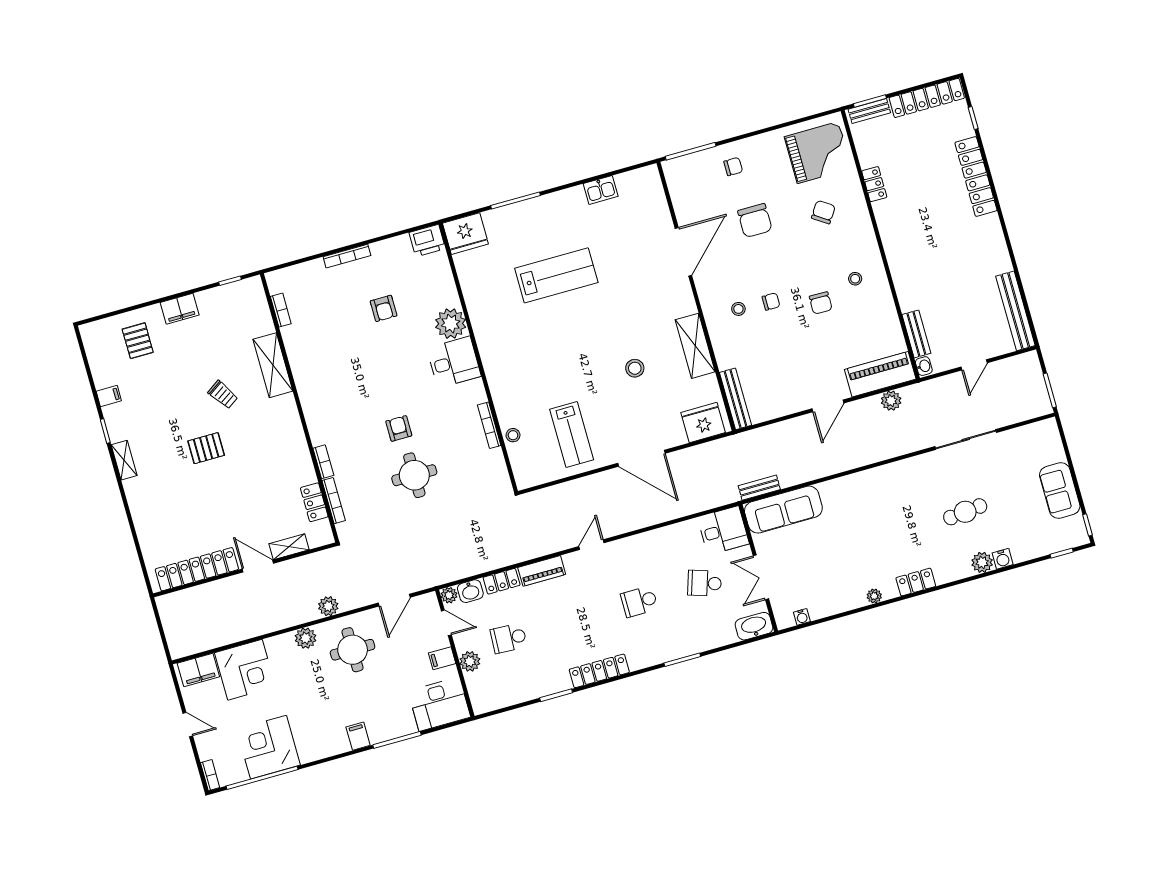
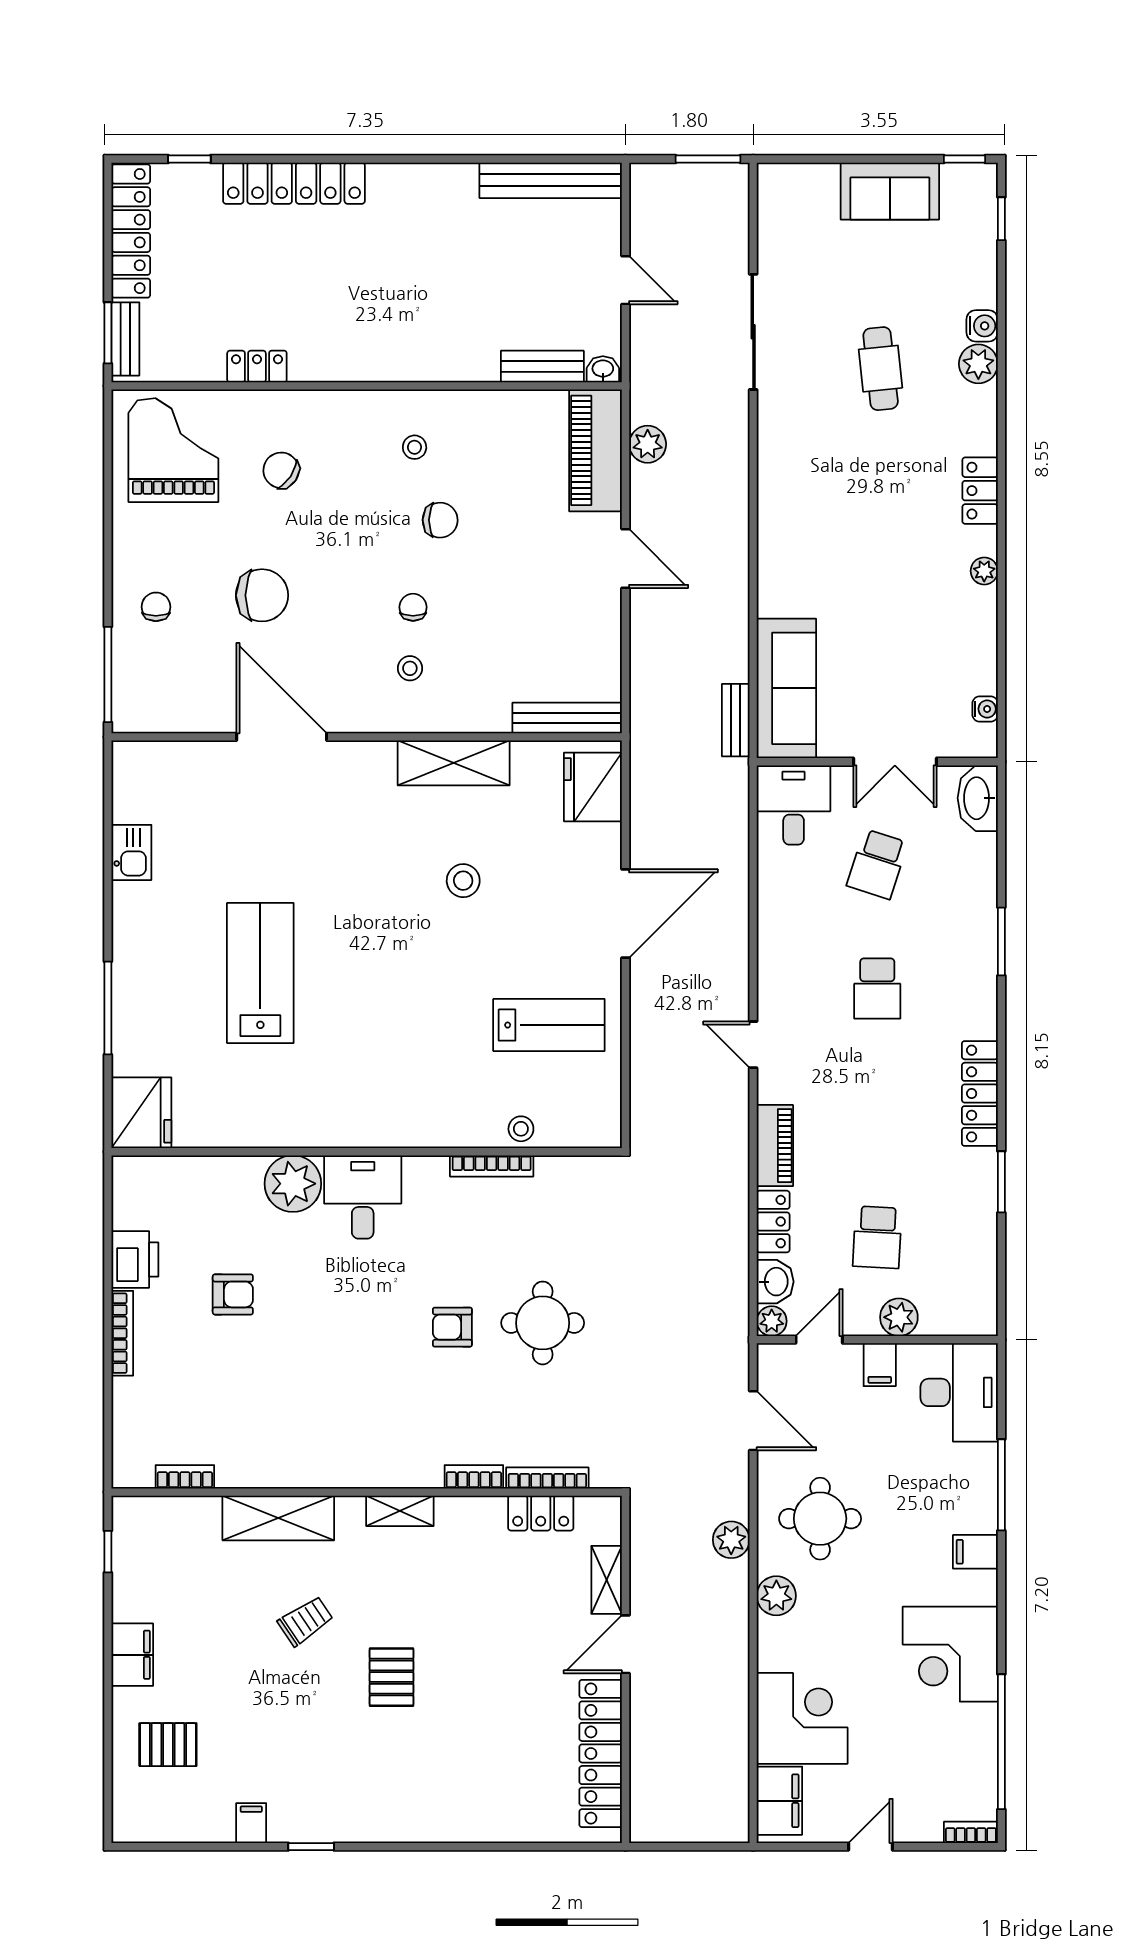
printer: (427, 241) -> (135, 1260), moved
shelving: (124, 460) -> (400, 1511), moved
corner desk: (268, 747) -> (950, 1654), moved

